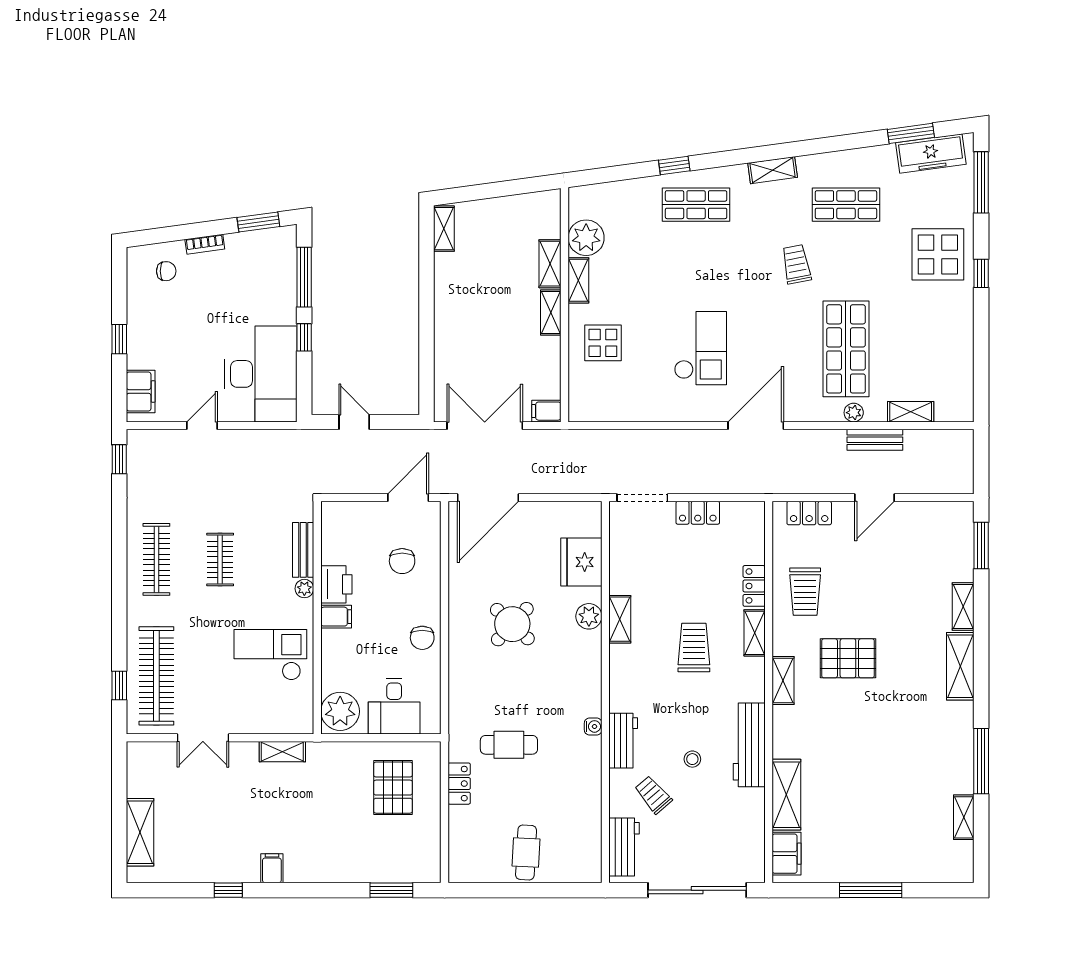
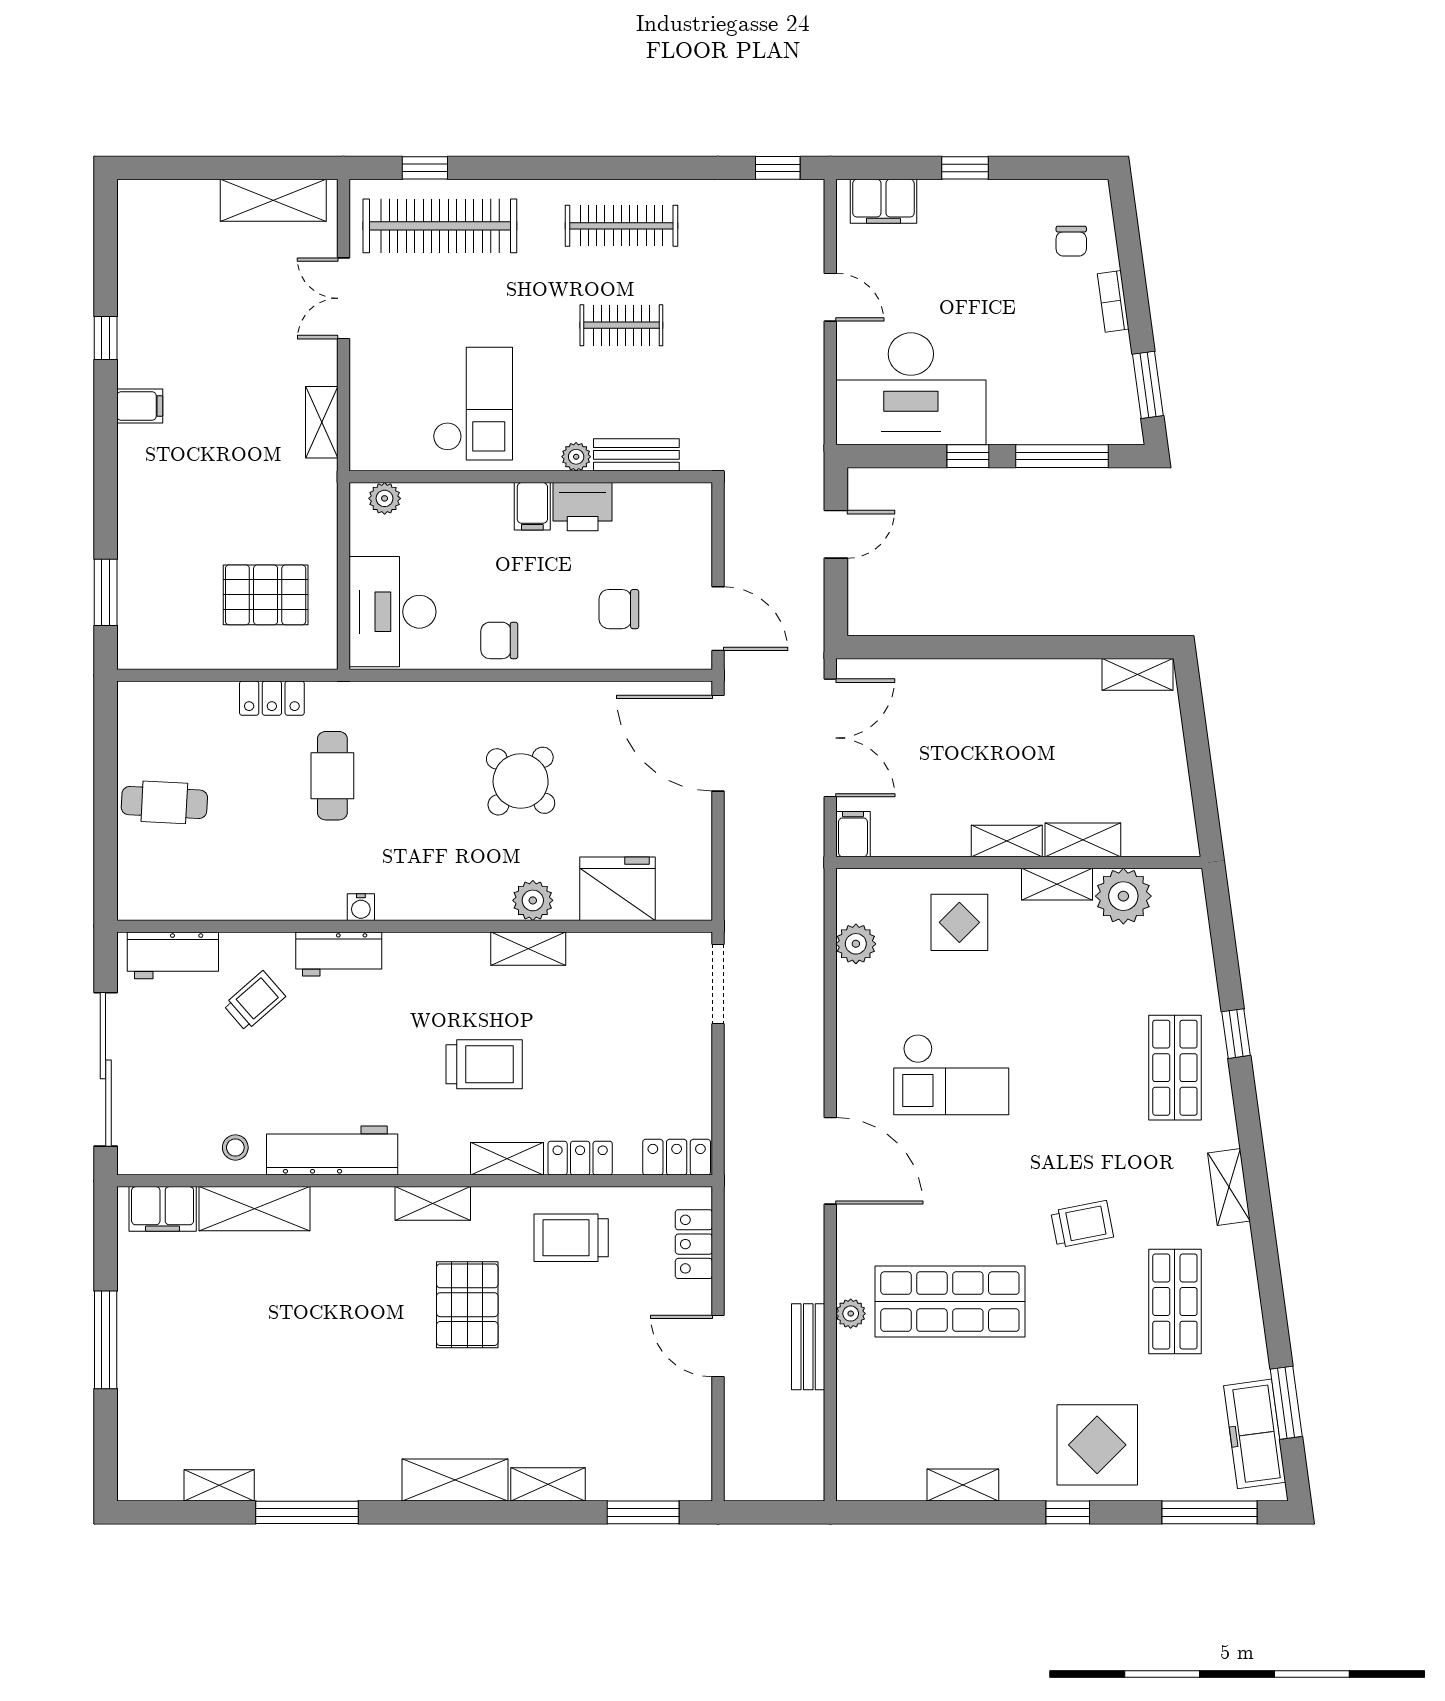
plant: (617, 409) -> (856, 944), added
shelving: (911, 412) -> (963, 1485), moved, turned 90
locker: (698, 513) -> (677, 1157), moved, turned 90
desk: (394, 706) -> (392, 612), width x1.37
plant: (340, 711) -> (385, 498), width x0.53, depth x0.53
stool: (692, 759) -> (235, 1148), moved
shelving: (140, 832) -> (273, 200), moved

